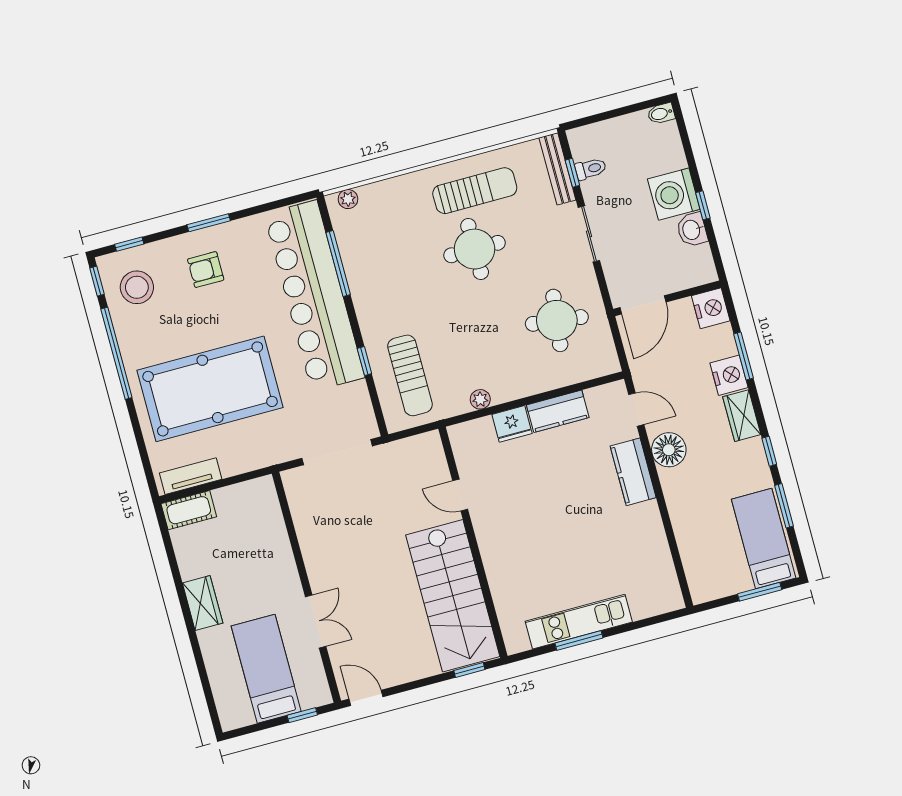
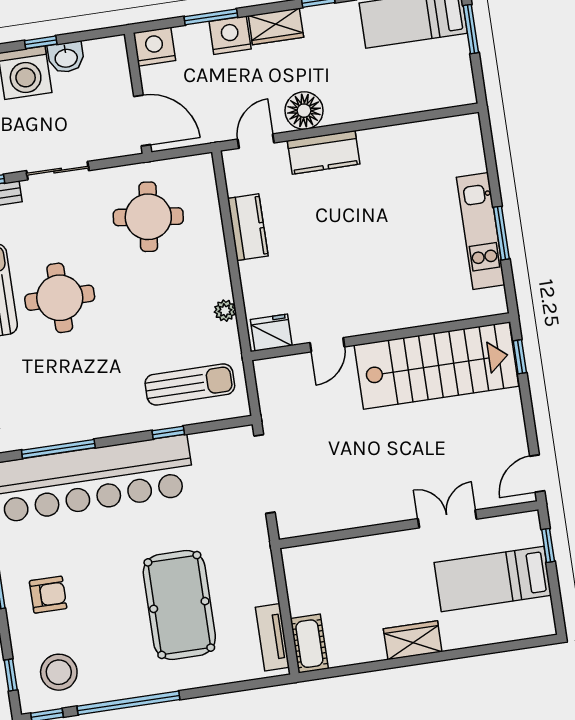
armchair: (206, 270) -> (48, 595), turned -90
pool table: (210, 389) -> (179, 605), width x0.73, depth x0.76
fridge: (512, 424) -> (271, 333), moved, turned -90

